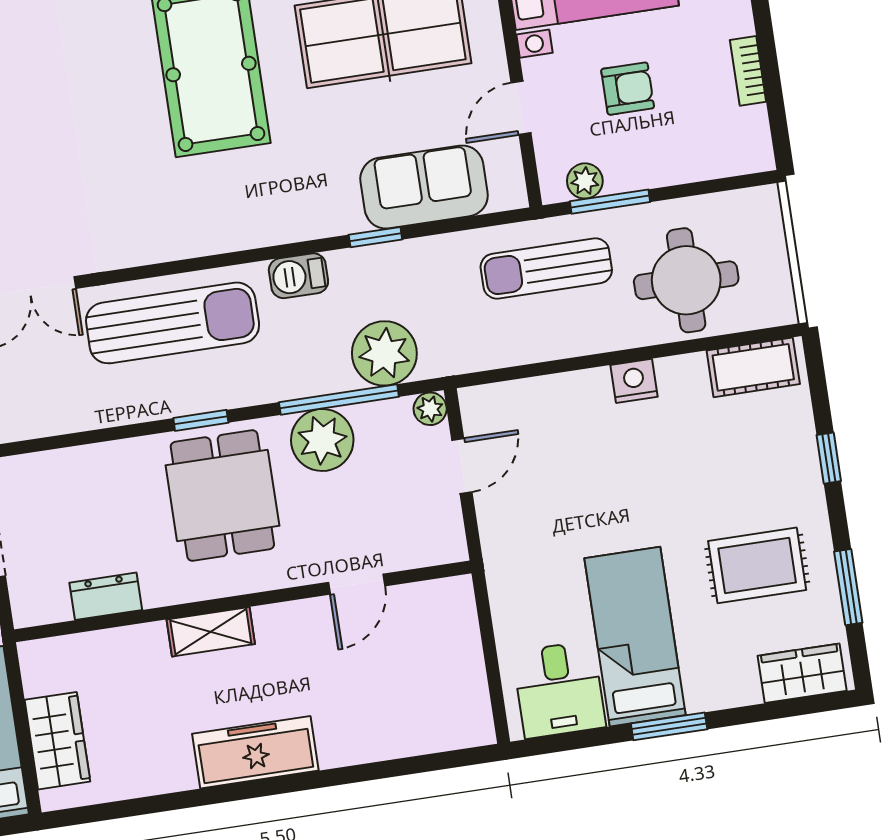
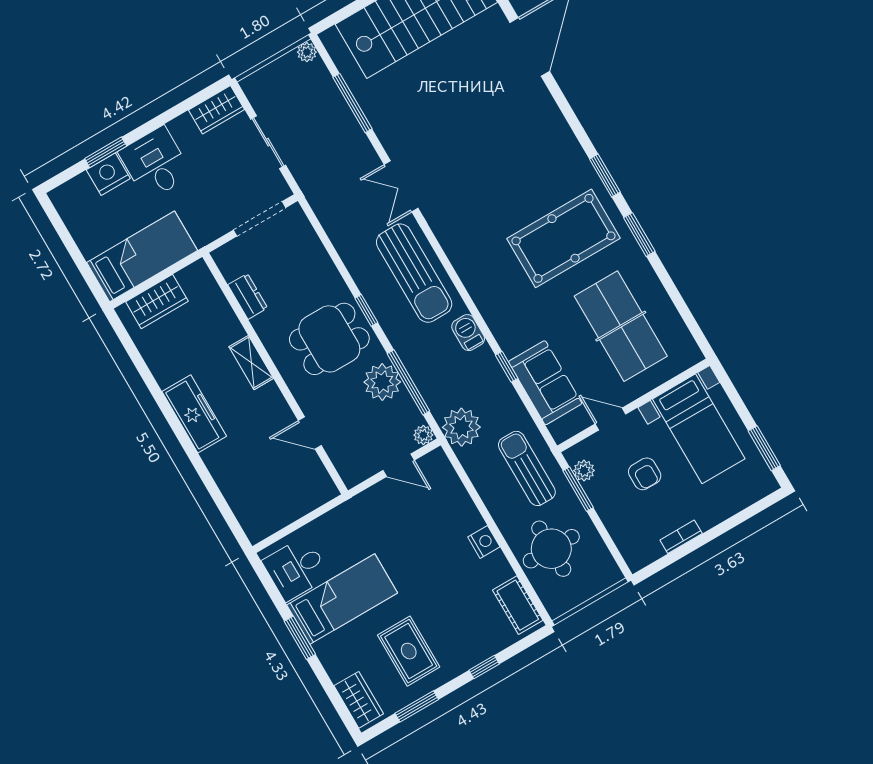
plant: (384, 353) -> (461, 427), moved

